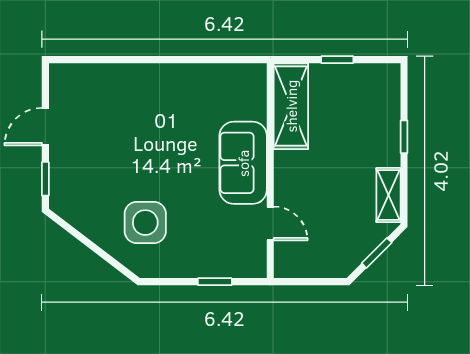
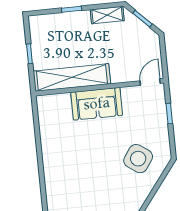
shelving: (291, 106) -> (72, 77), width x1.47
side table: (145, 223) -> (138, 159), turned 35
door: (270, 224) -> (150, 82), moved

